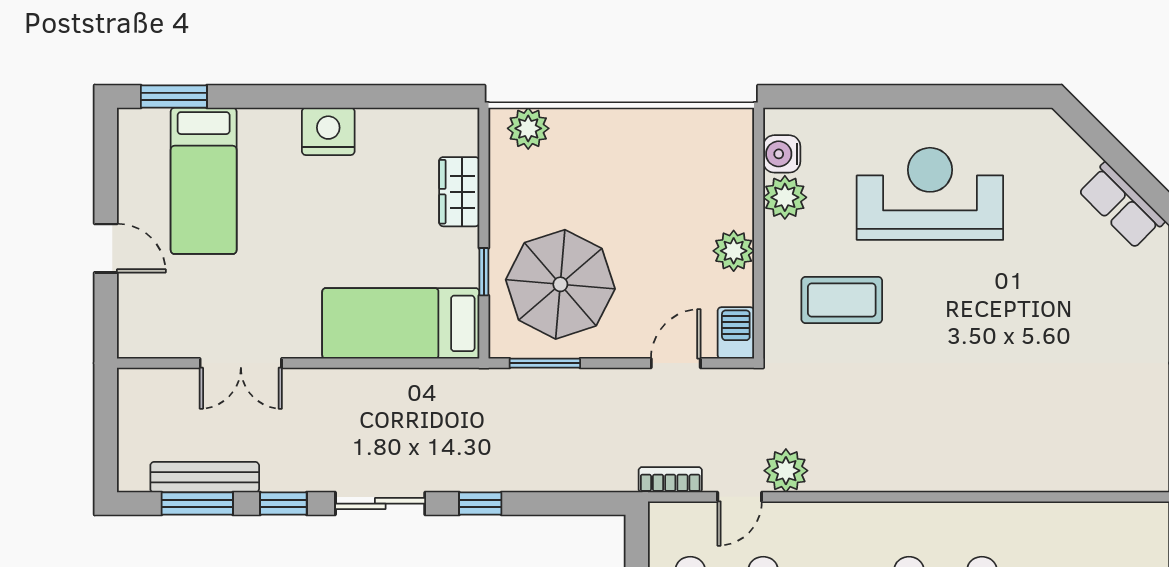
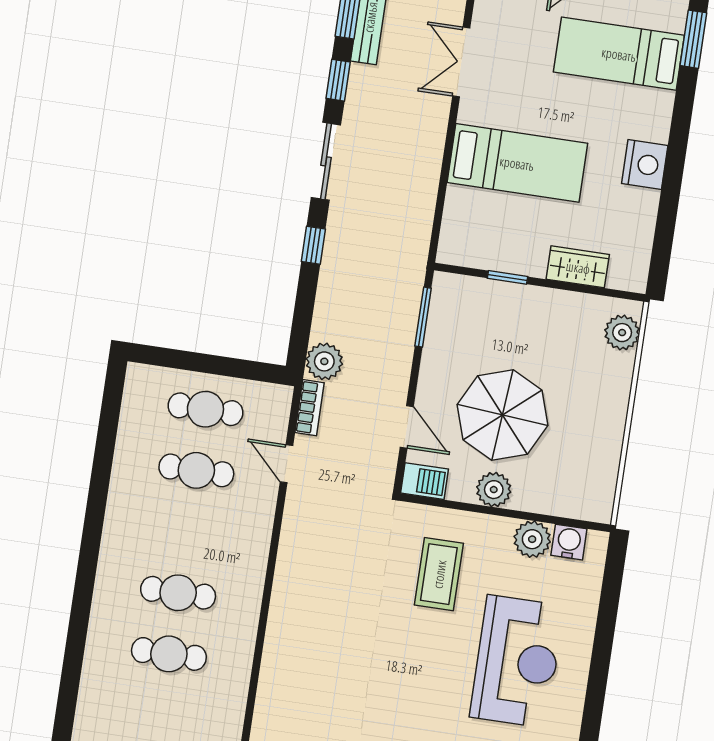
parasol: (560, 284) -> (502, 415), moved
bed: (401, 323) -> (517, 163), moved, turned 90
plant: (786, 471) -> (324, 361), moved

